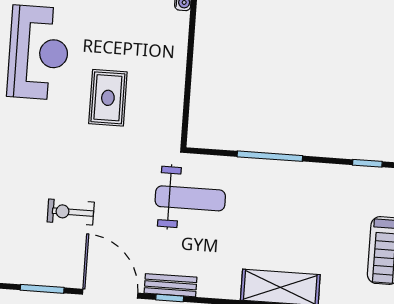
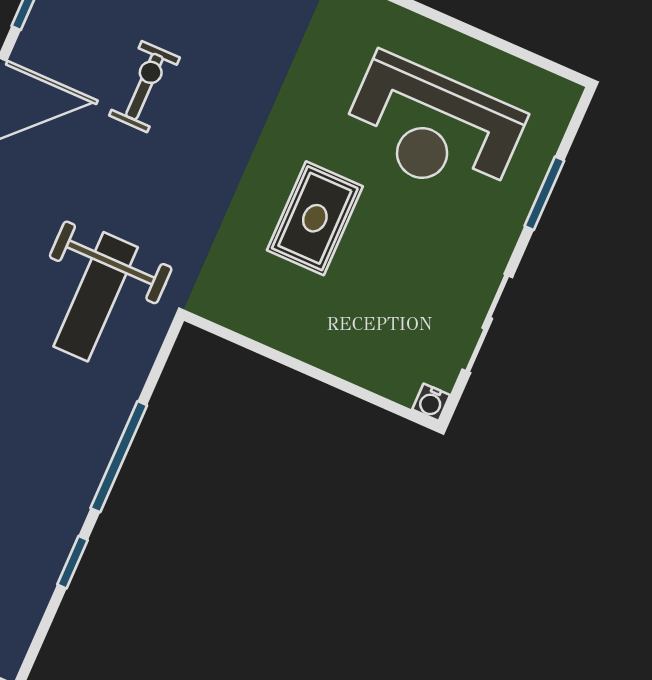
rug: (108, 98) -> (315, 218), turned 90
window: (367, 163) -> (72, 562), moved

